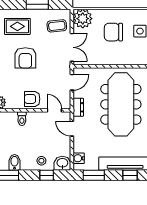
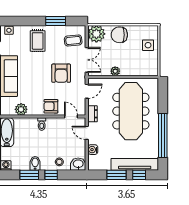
rug: (17, 26) -> (38, 41), turned 90
chair: (113, 32) -> (119, 35), moved
armchair: (25, 58) -> (61, 73), moved
plant: (104, 60) -> (115, 71), added
water cooler: (79, 158) -> (93, 150), moved
window: (47, 175) -> (51, 175), moved
window: (94, 175) -> (116, 175), moved

